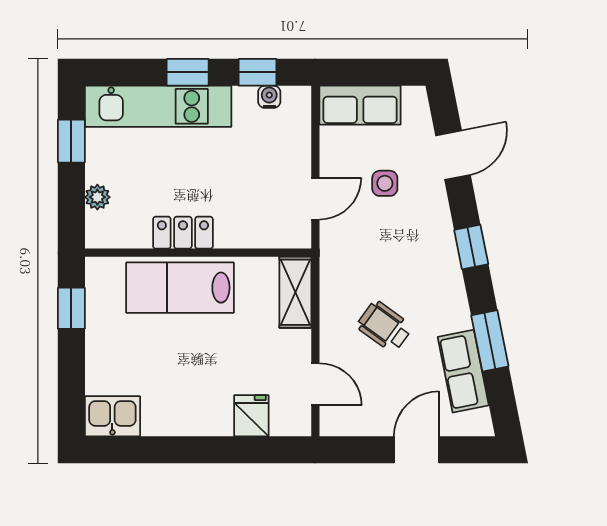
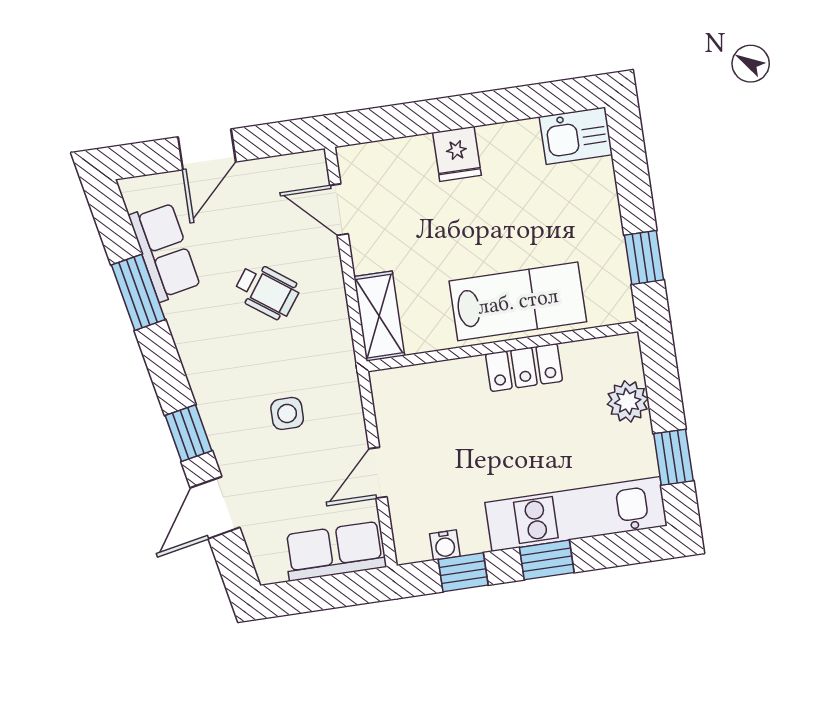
side table: (385, 183) -> (287, 413), moved
plant: (97, 197) -> (628, 401), width x1.38, depth x1.38
door: (315, 199) -> (378, 473), moved
window: (471, 247) -> (188, 433), moved
fridge: (251, 416) -> (457, 154), moved

